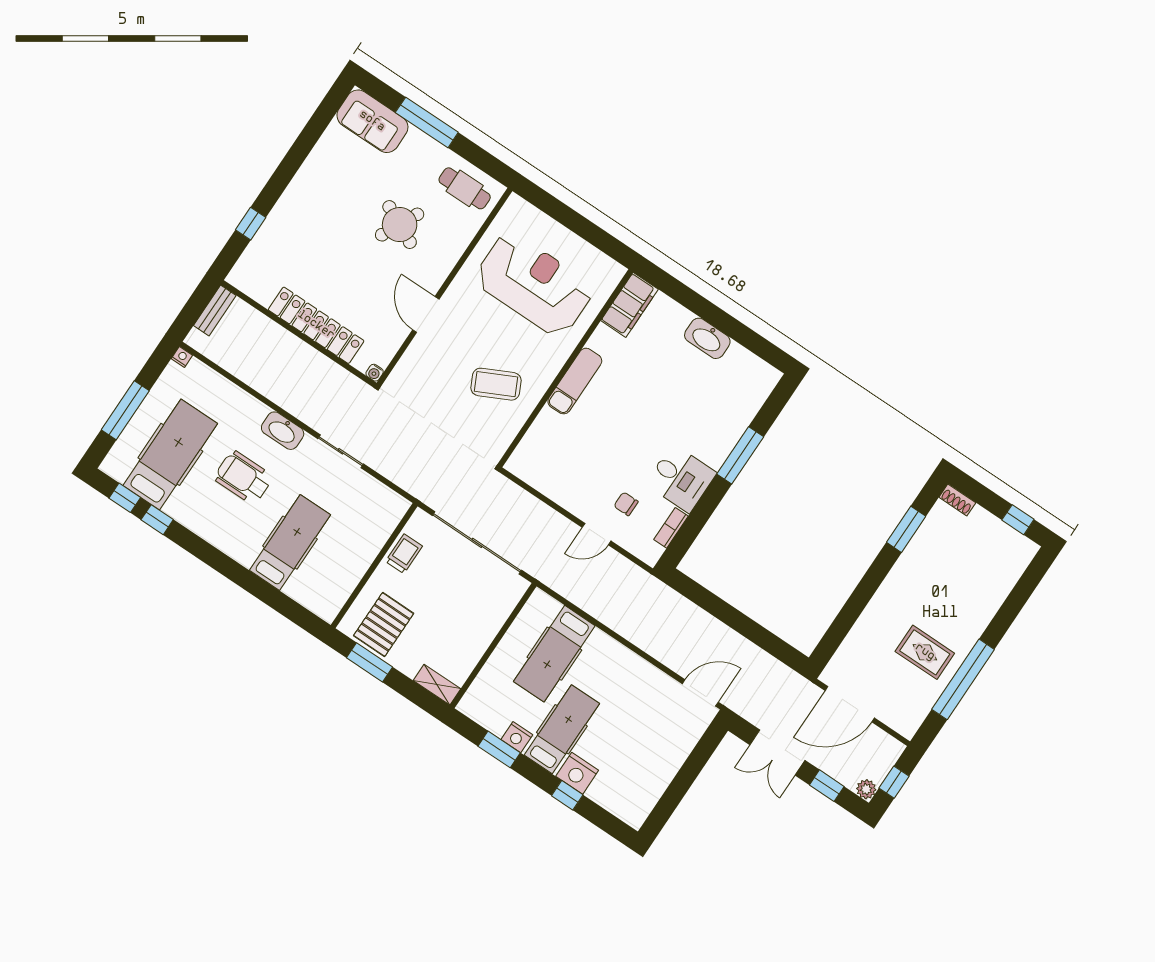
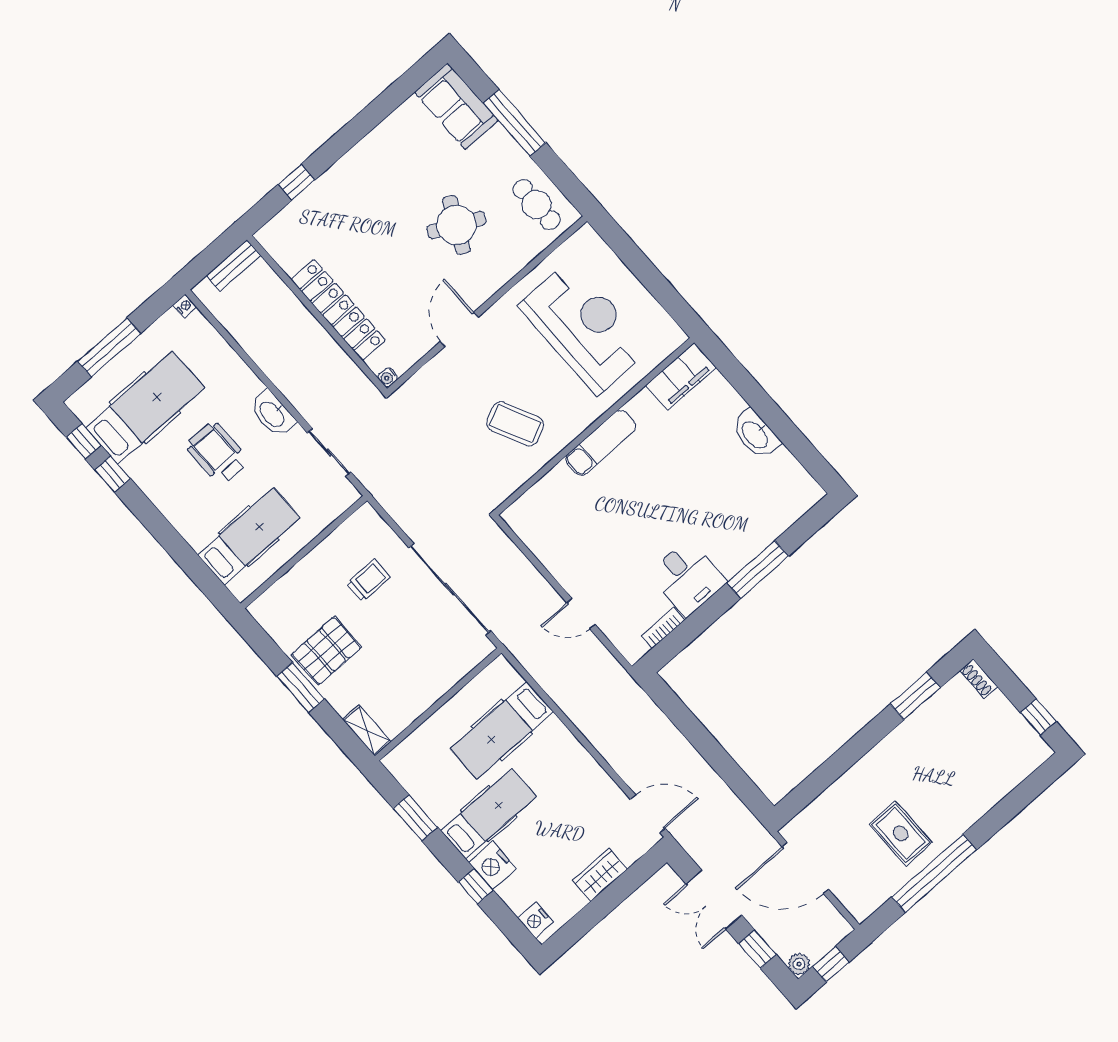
chair: (626, 504) -> (621, 589), removed
wall: (374, 566) -> (304, 552), moved
nightstand: (517, 737) -> (536, 920), moved
wardrobe: (673, 757) -> (600, 875), added

